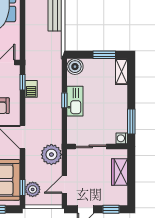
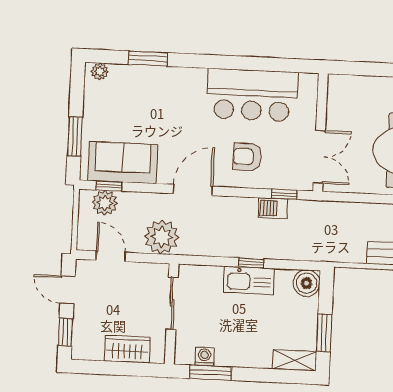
washing machine: (122, 138) -> (205, 357), moved

